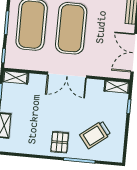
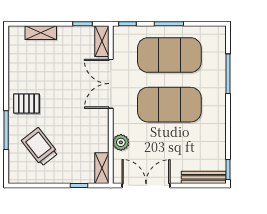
plant: (98, 70) -> (121, 142), added
double door: (67, 75) -> (111, 84), moved

